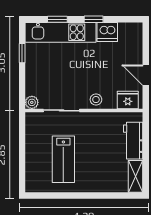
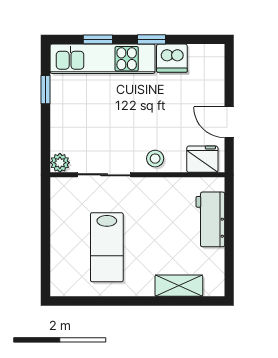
shelving: (135, 176) -> (179, 286), moved, turned 90

